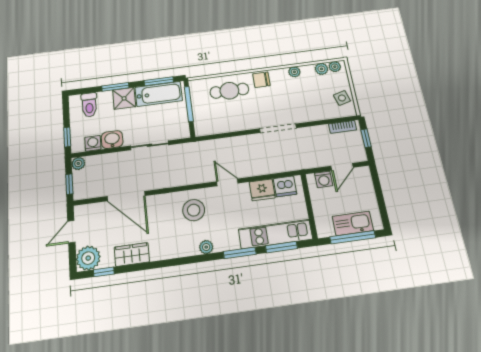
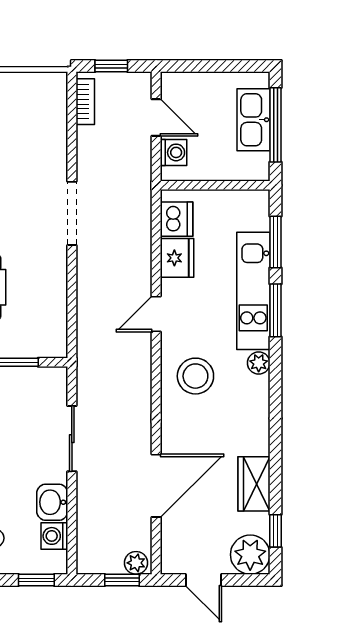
side table: (342, 98) -> (31, 91), removed
plant: (78, 163) -> (136, 563), moved
kitchen unit: (275, 234) -> (253, 291), moved

